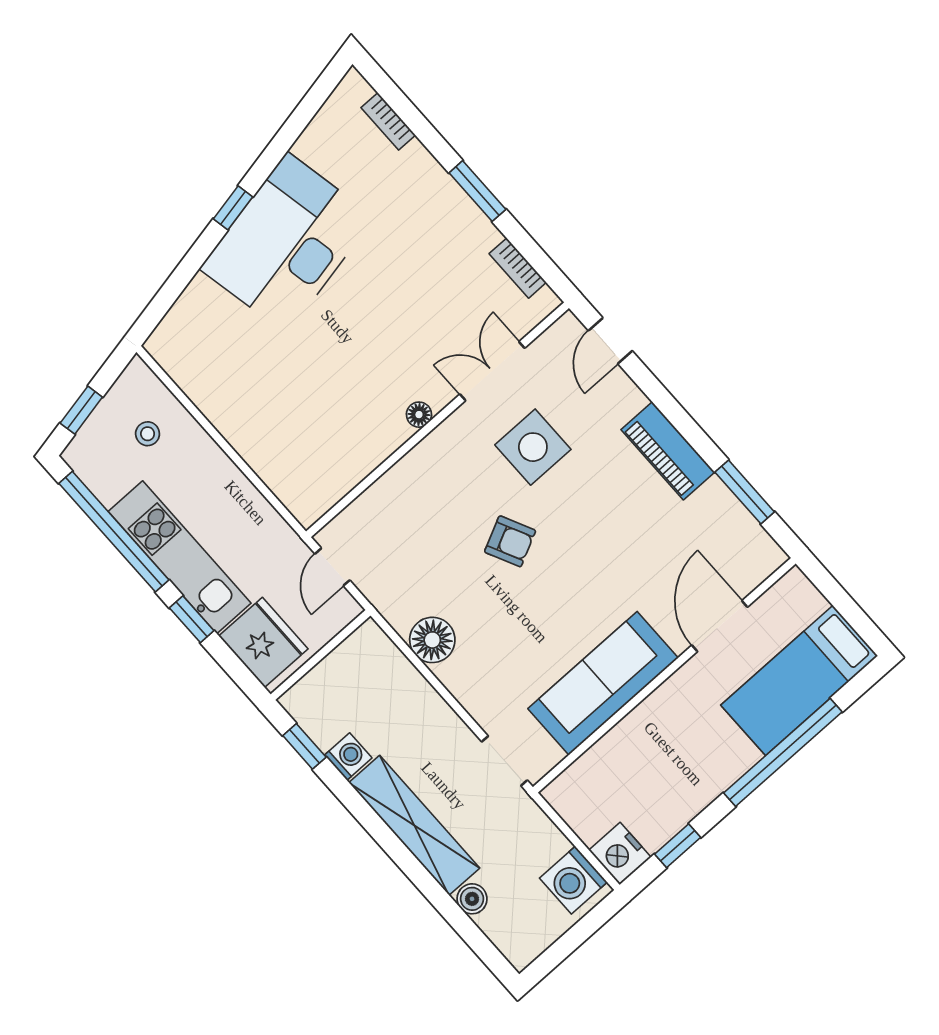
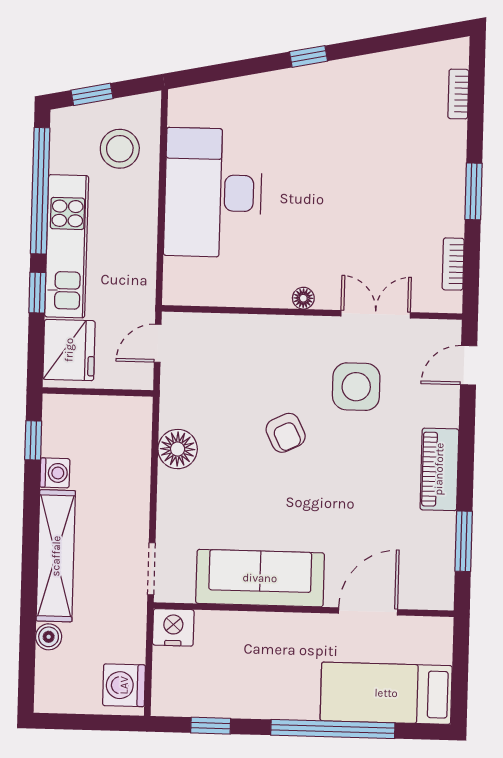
desk: (287, 243) -> (213, 193), moved, turned -78
stool: (148, 434) -> (120, 149), width x1.89, depth x1.89
nightstand: (620, 854) -> (173, 627), moved, turned 90

